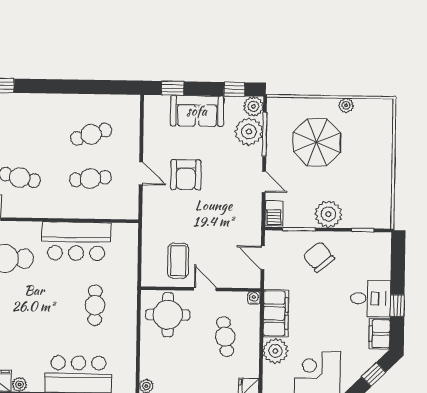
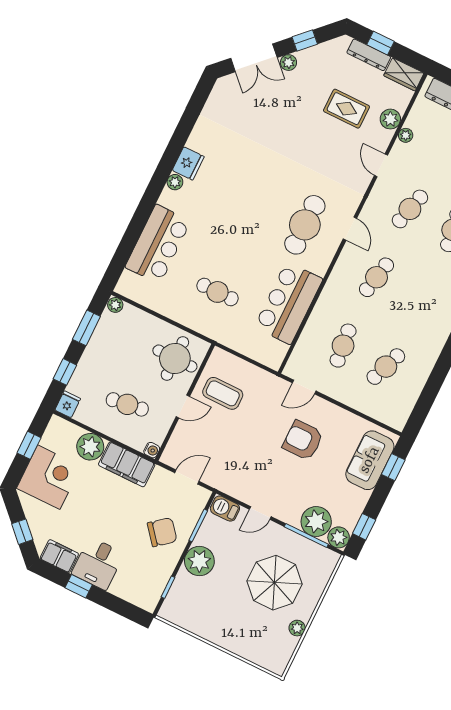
sofa: (197, 111) -> (370, 460), moved
cafe table: (91, 134) -> (386, 367), turned 39
door: (141, 173) -> (304, 387), moved

